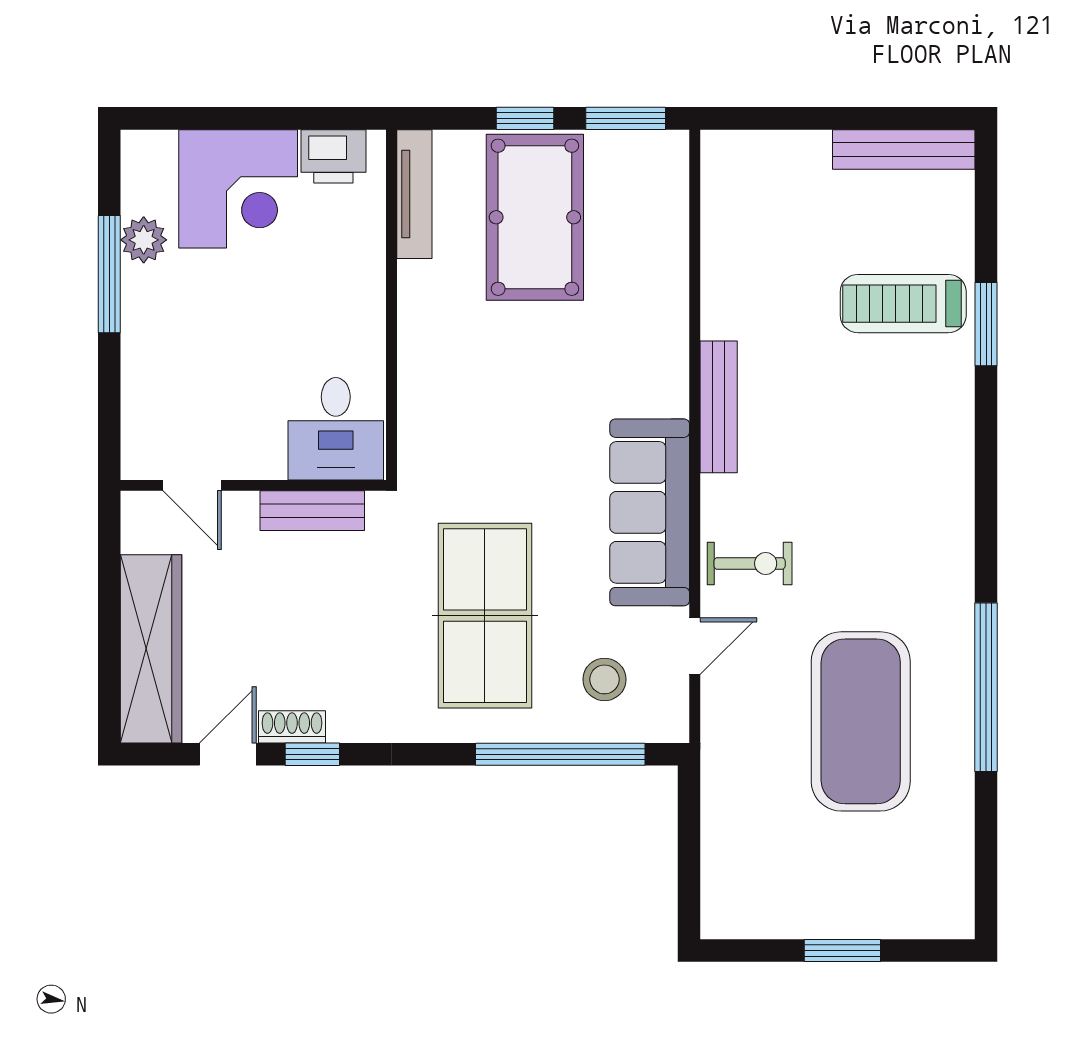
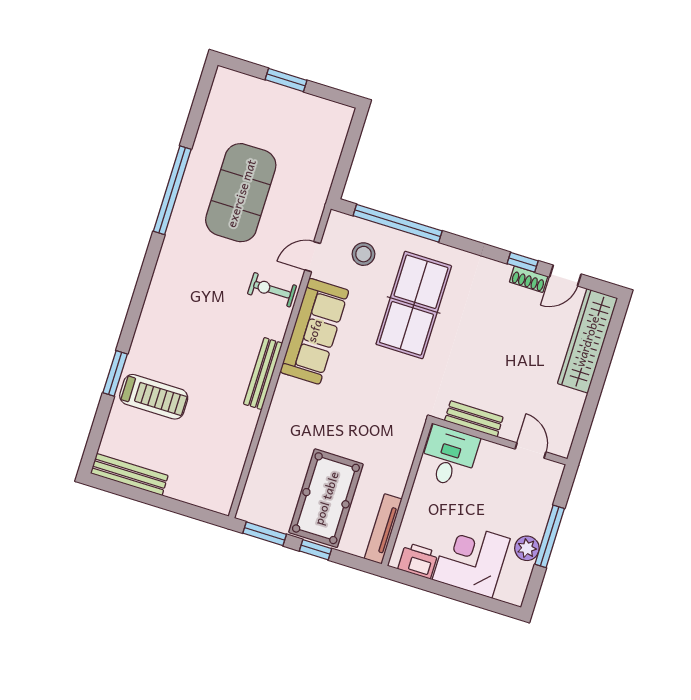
desk: (336, 429) -> (449, 457), moved
door: (192, 485) -> (531, 451), moved
wall: (253, 485) -> (500, 441), moved
bench: (312, 511) -> (474, 419), moved

